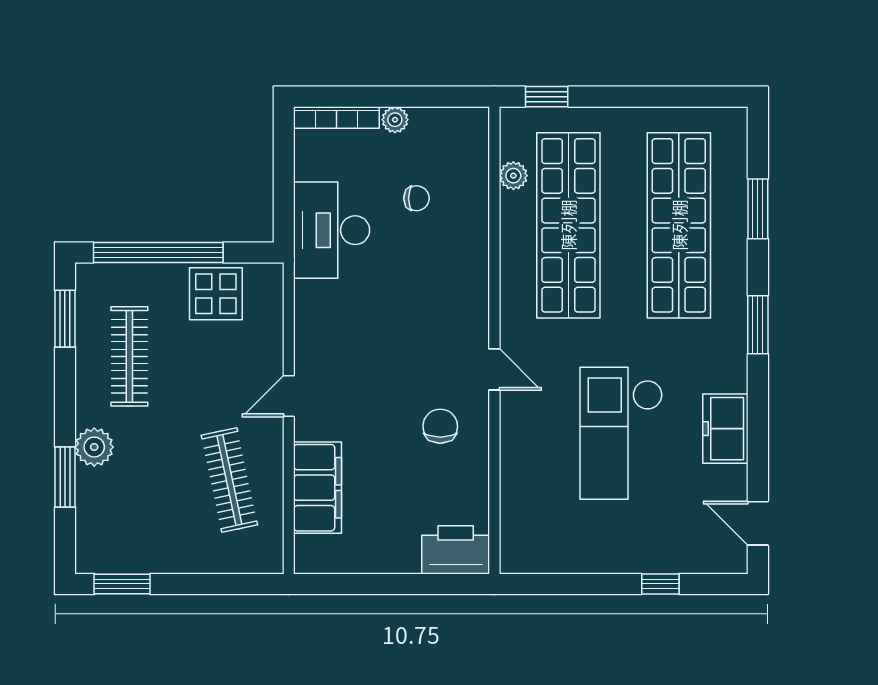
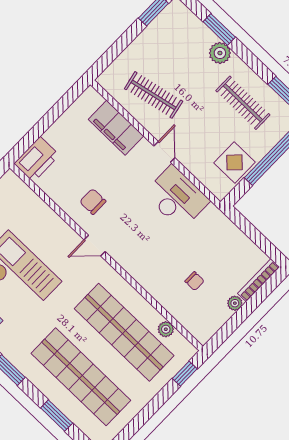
chair: (416, 198) -> (195, 281), turned -90
desk: (332, 230) -> (177, 197), moved
chair: (440, 426) -> (93, 201), turned 180

